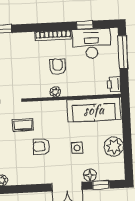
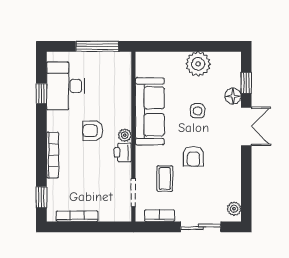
bookcase: (53, 35) -> (53, 155), moved
window: (123, 52) -> (97, 46), moved
printer: (114, 84) -> (123, 152), moved, turned 90
sofa: (94, 110) -> (150, 111), moved

